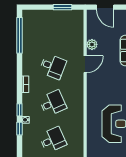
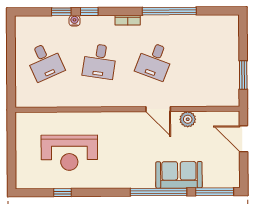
door: (105, 7) -> (244, 139), hinge flipped
window: (20, 35) -> (169, 11), moved
desk: (53, 103) -> (100, 61), turned 33

